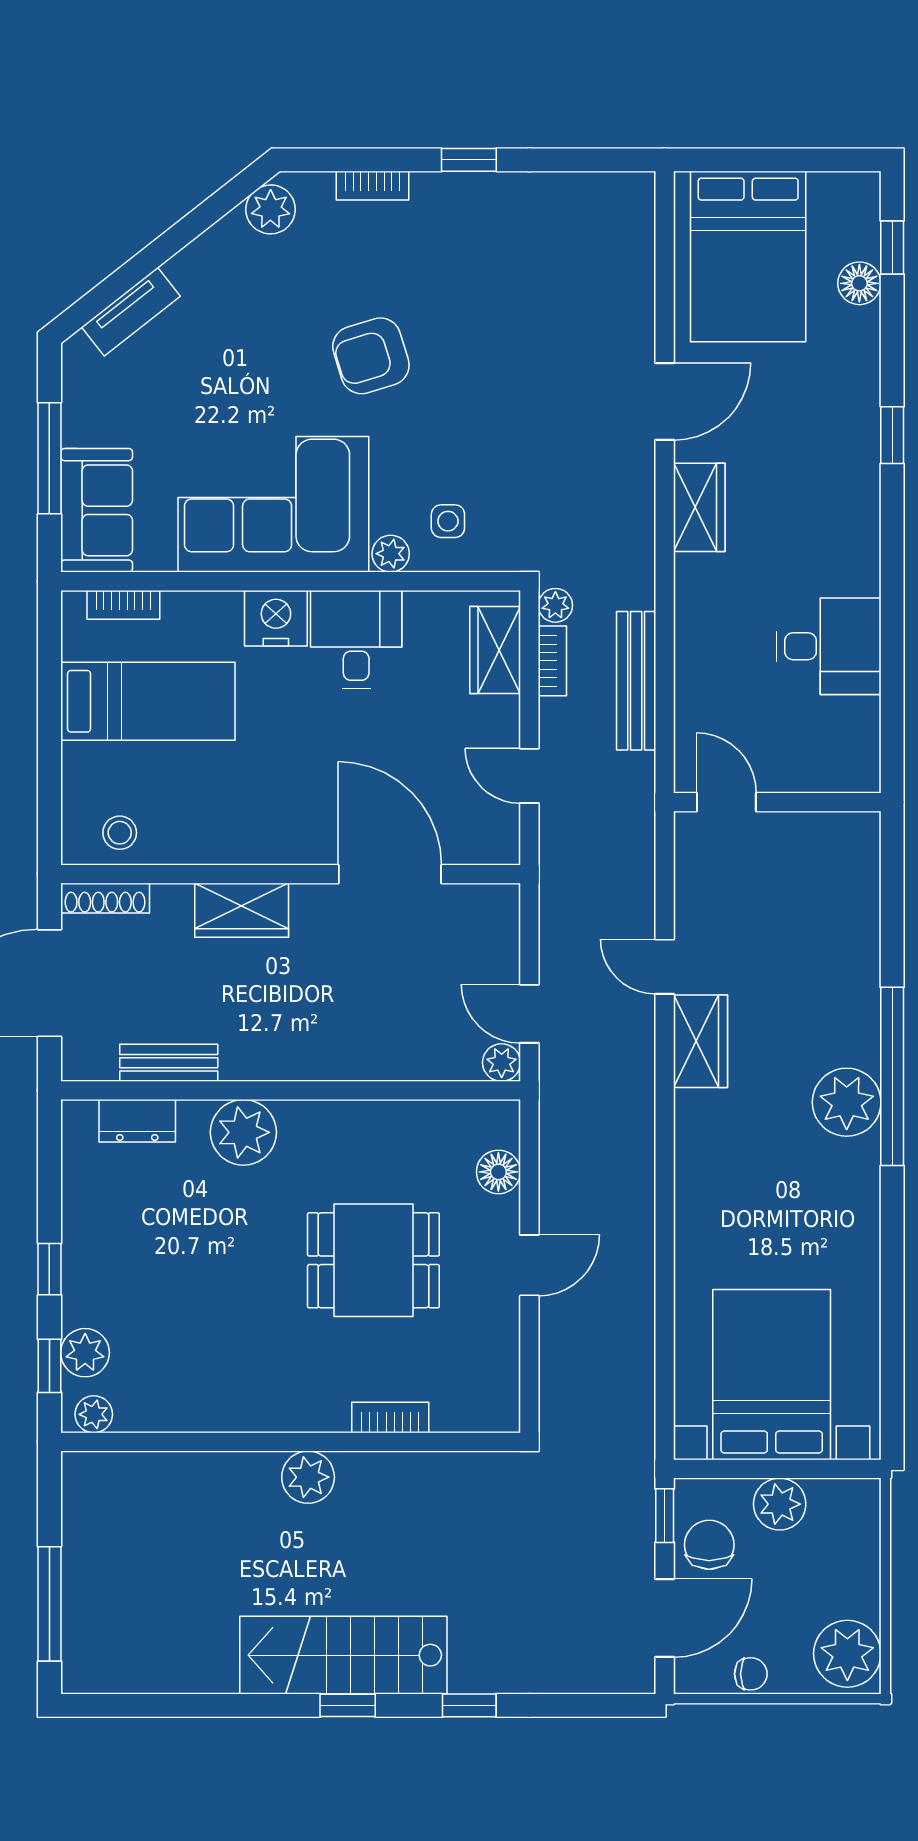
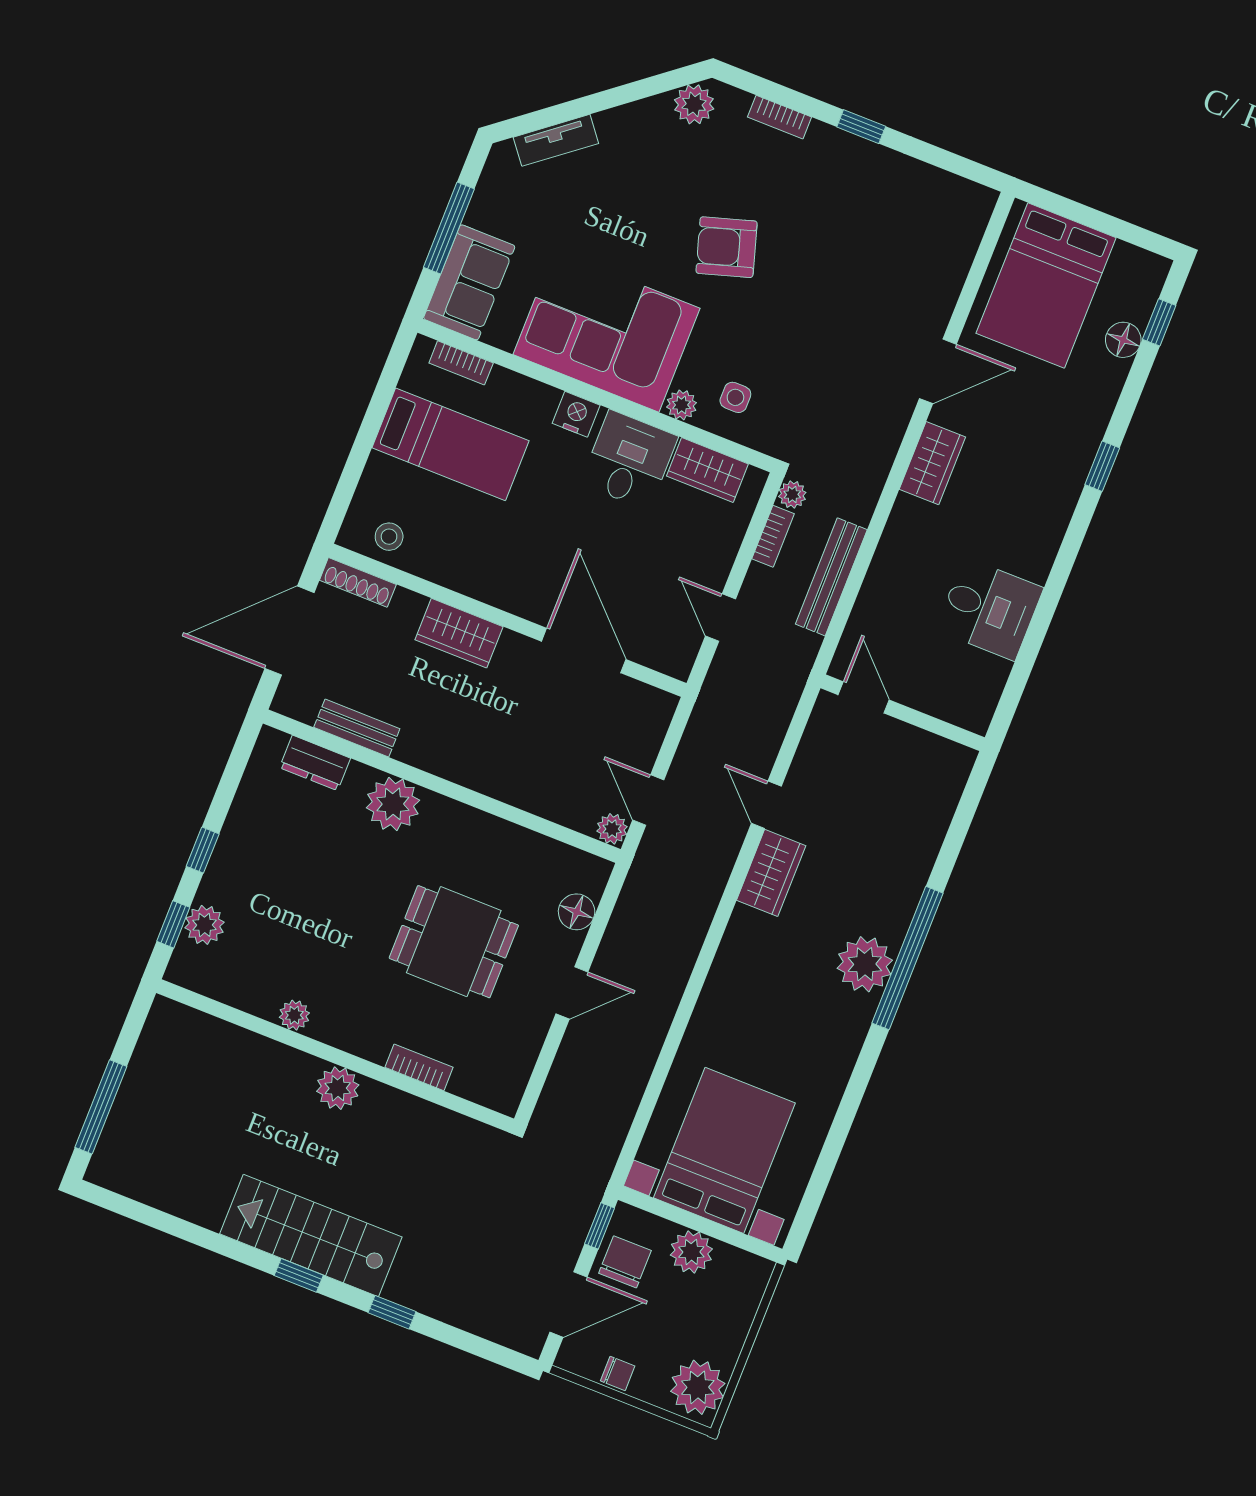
nightstand: (276, 618) -> (576, 414), width x0.74, depth x0.75
wardrobe: (495, 650) -> (707, 470), moved, turned -90
plant: (94, 1414) -> (294, 1015), moved

